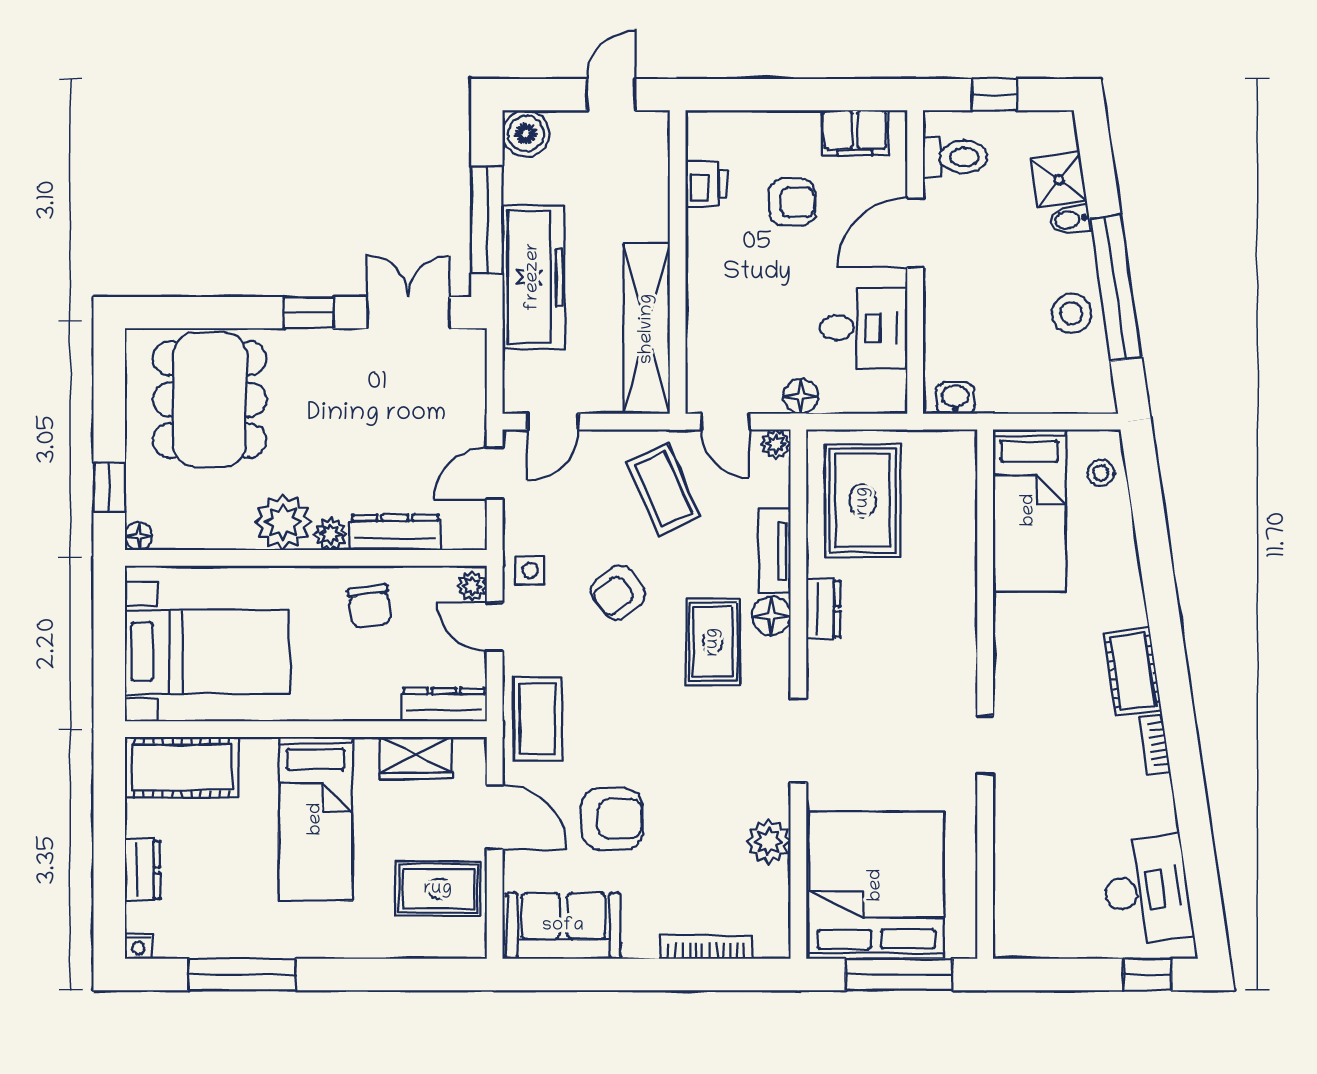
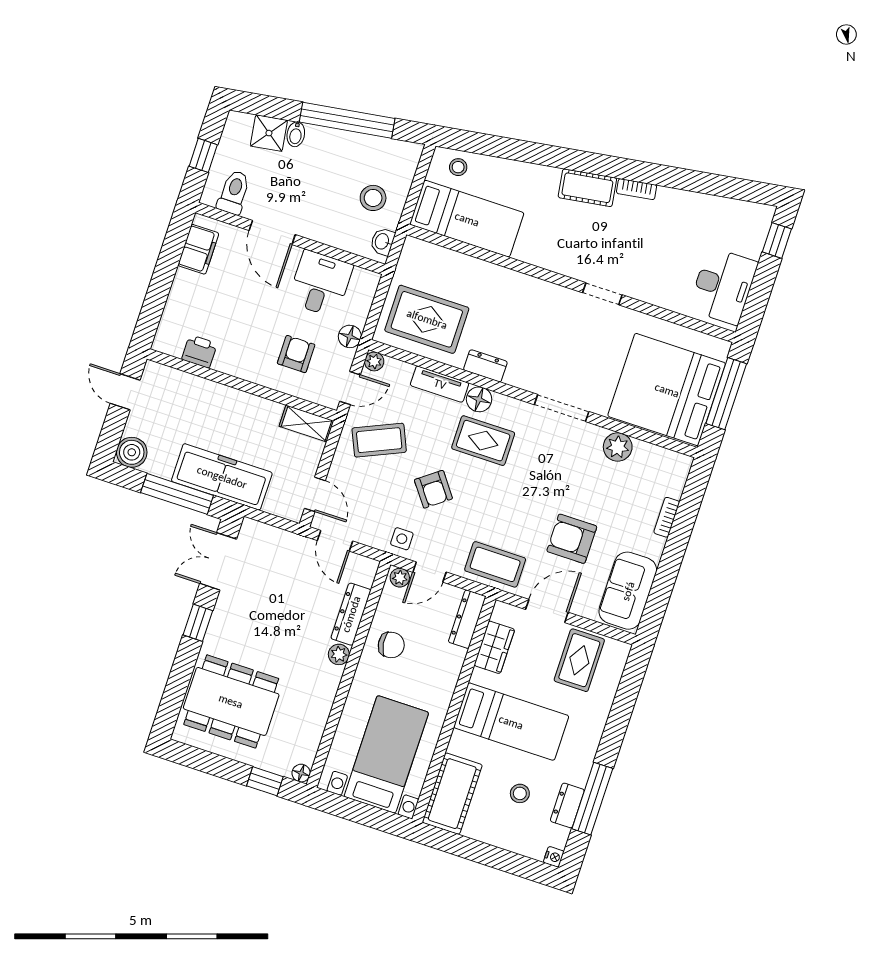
armchair: (792, 202) -> (296, 354), moved
stool: (1072, 313) -> (373, 198), moved
shelving: (647, 329) -> (306, 423), width x0.45, depth x0.75
plant: (283, 522) -> (322, 681), removed
armchair: (612, 819) -> (572, 539), turned -90
stool: (215, 866) -> (520, 793), added
dresser: (143, 870) -> (567, 805), moved, turned -90
desk: (1147, 890) -> (723, 286), moved, turned 98
bookcase: (706, 947) -> (667, 517), width x0.64

